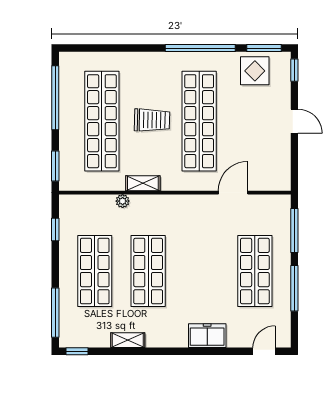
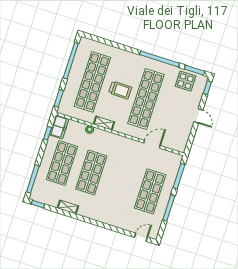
freezer: (207, 336) -> (59, 127), moved, turned 90

